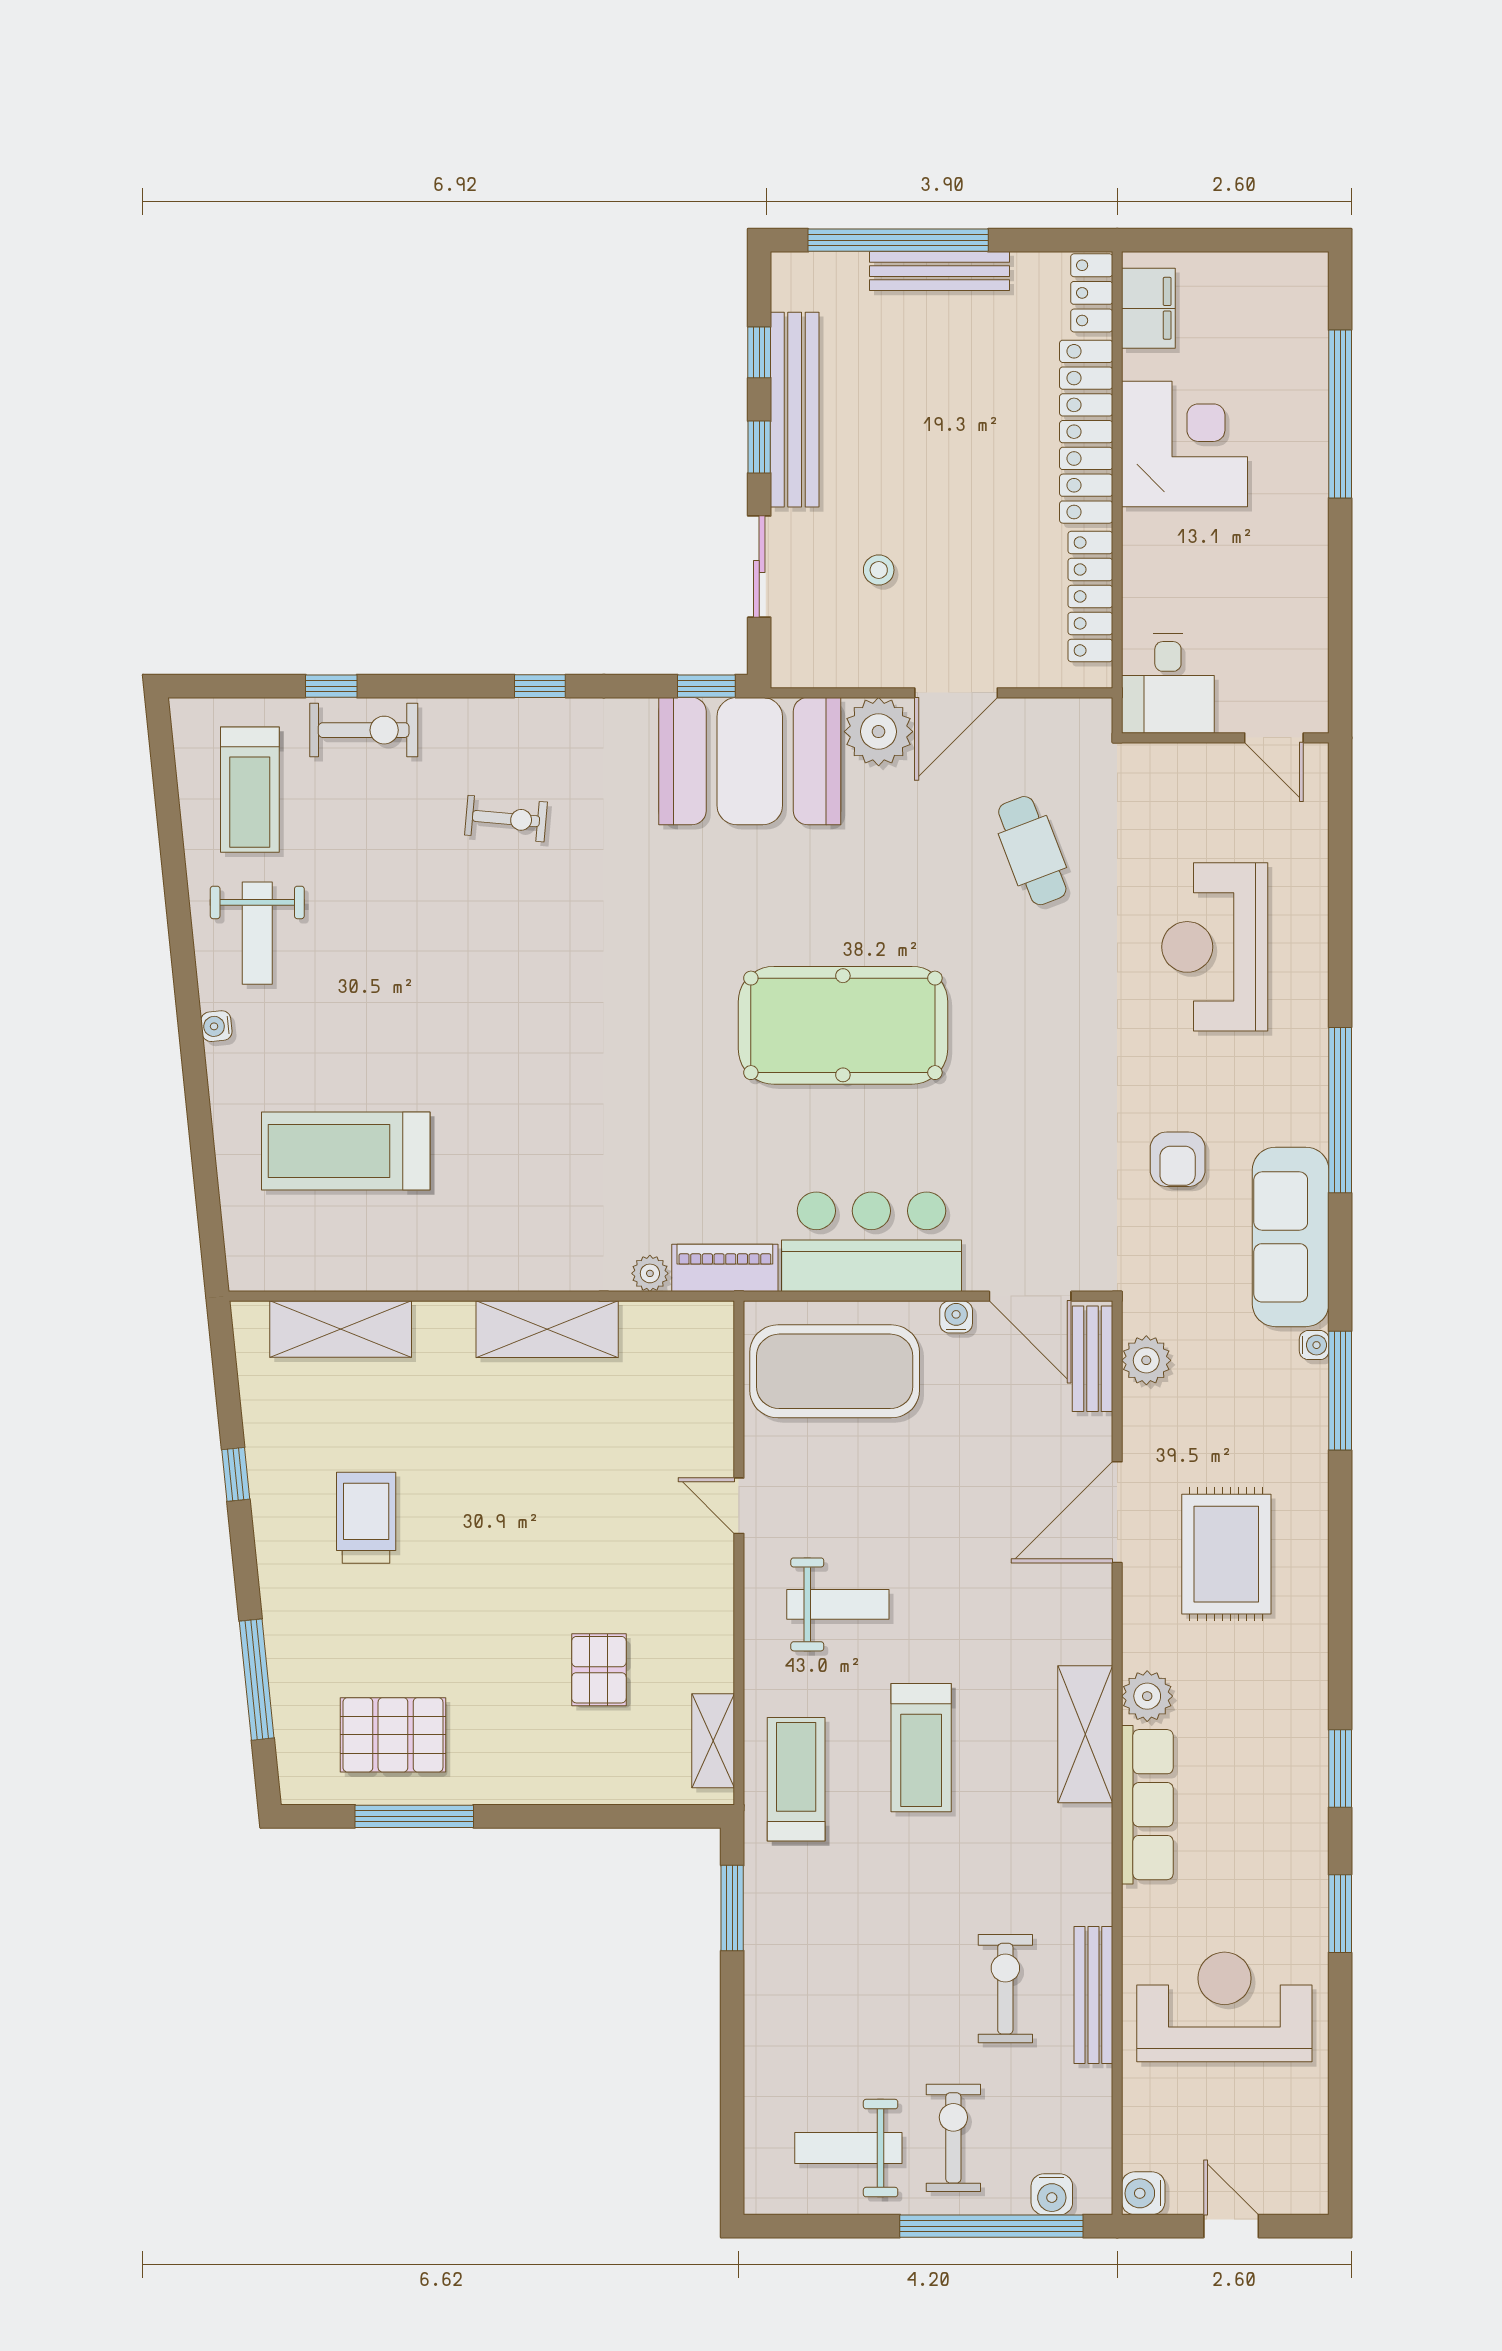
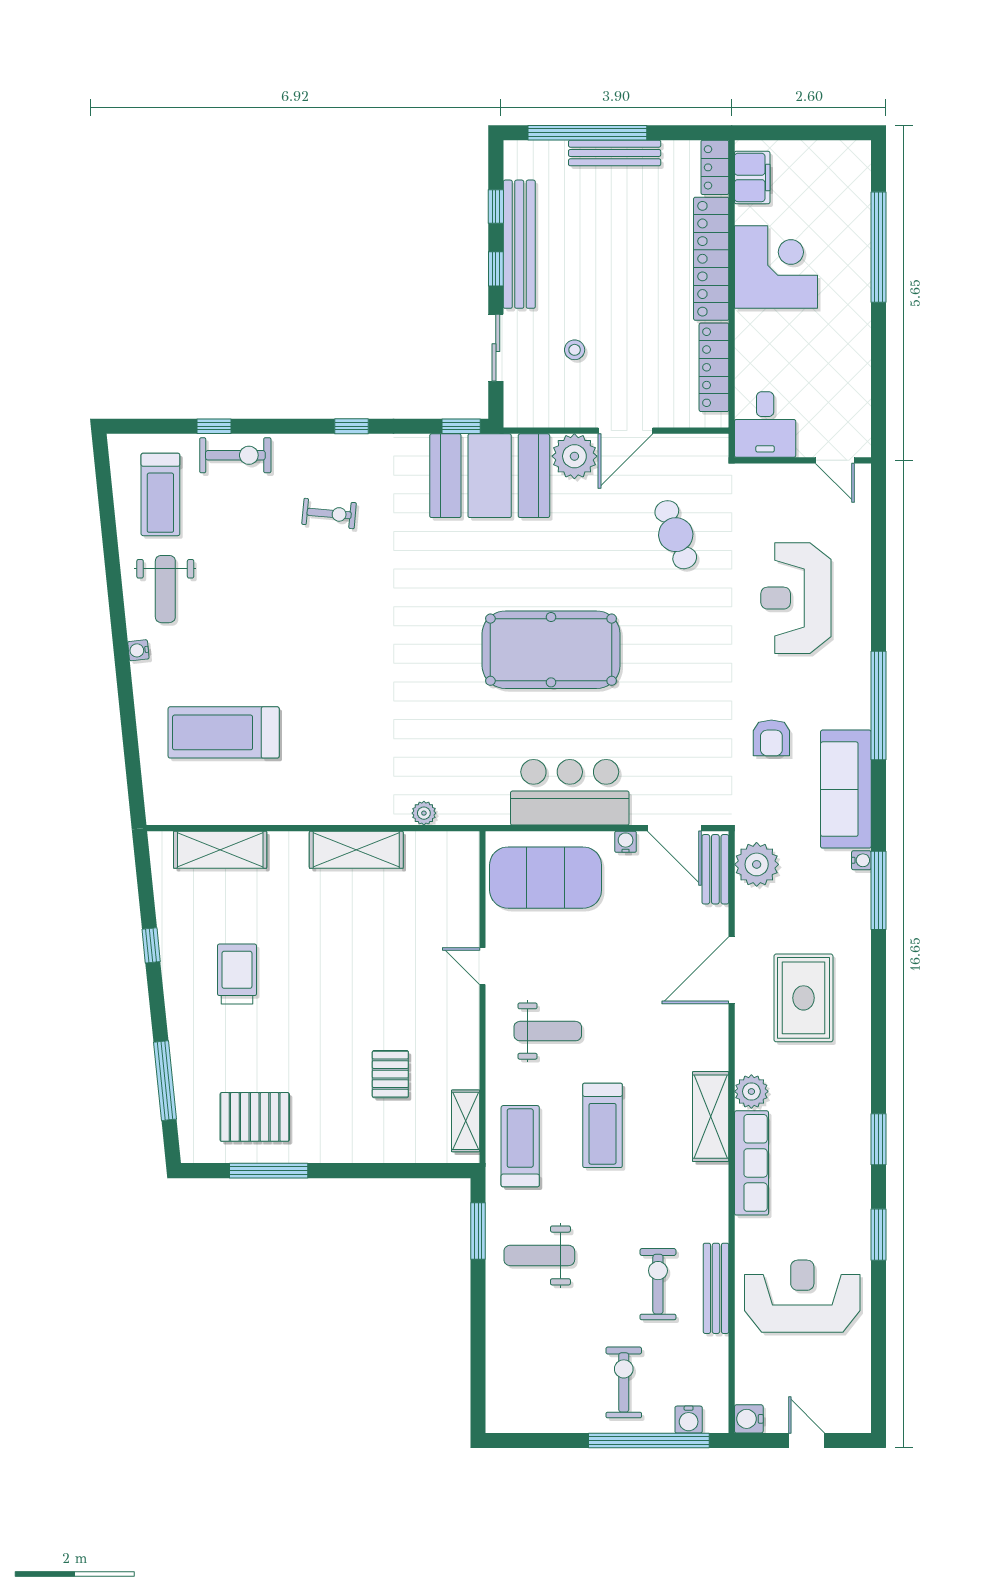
piano: (725, 1268) -> (473, 810), removed
plant: (1146, 1360) -> (757, 864), width x1.36, depth x1.36
weight bench: (848, 2148) -> (539, 1255), moved

